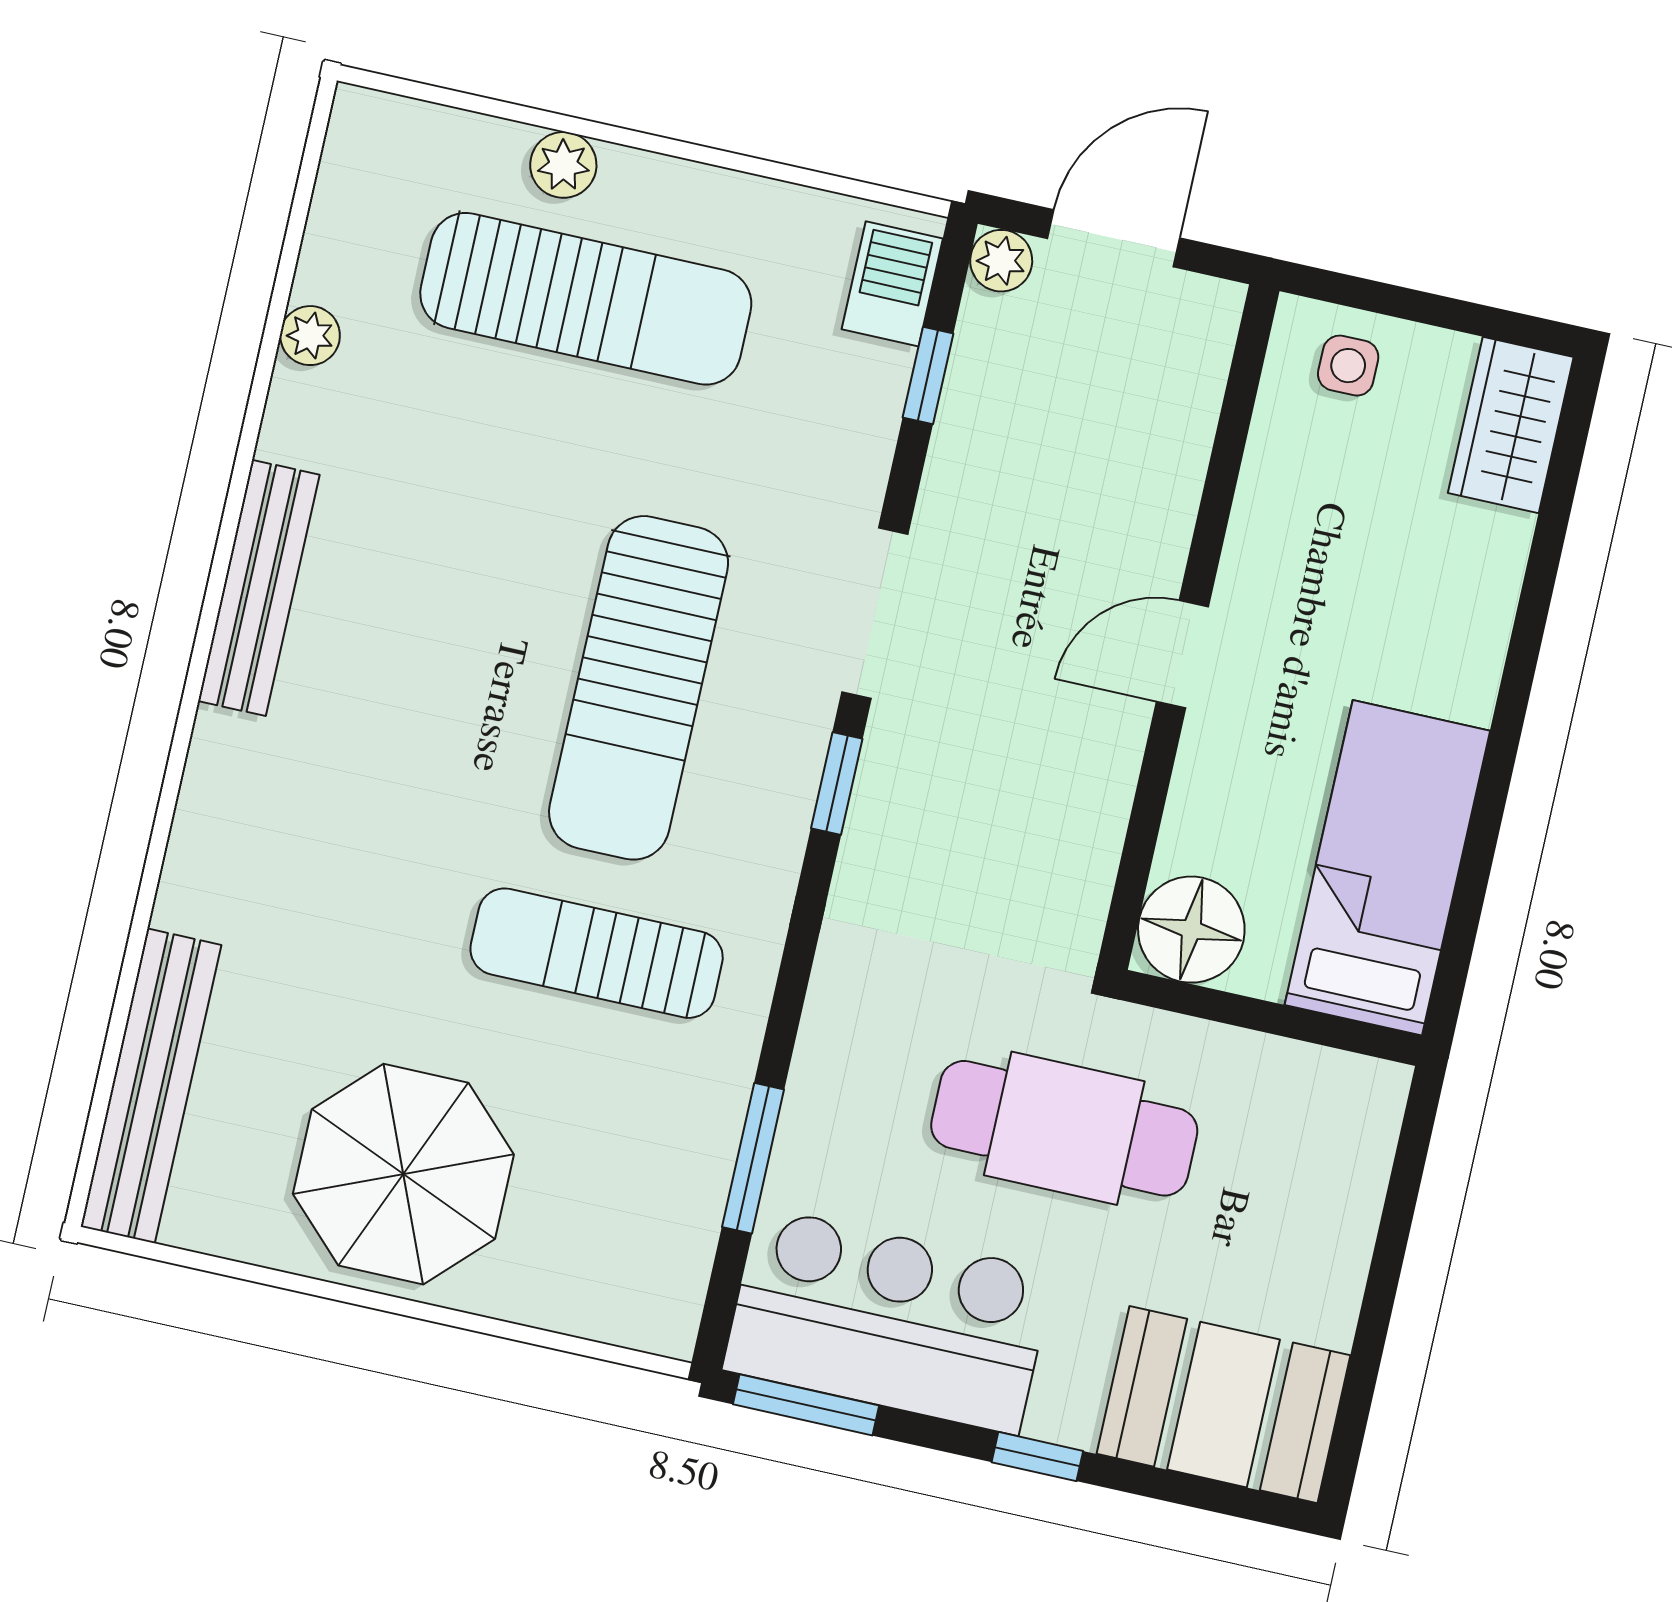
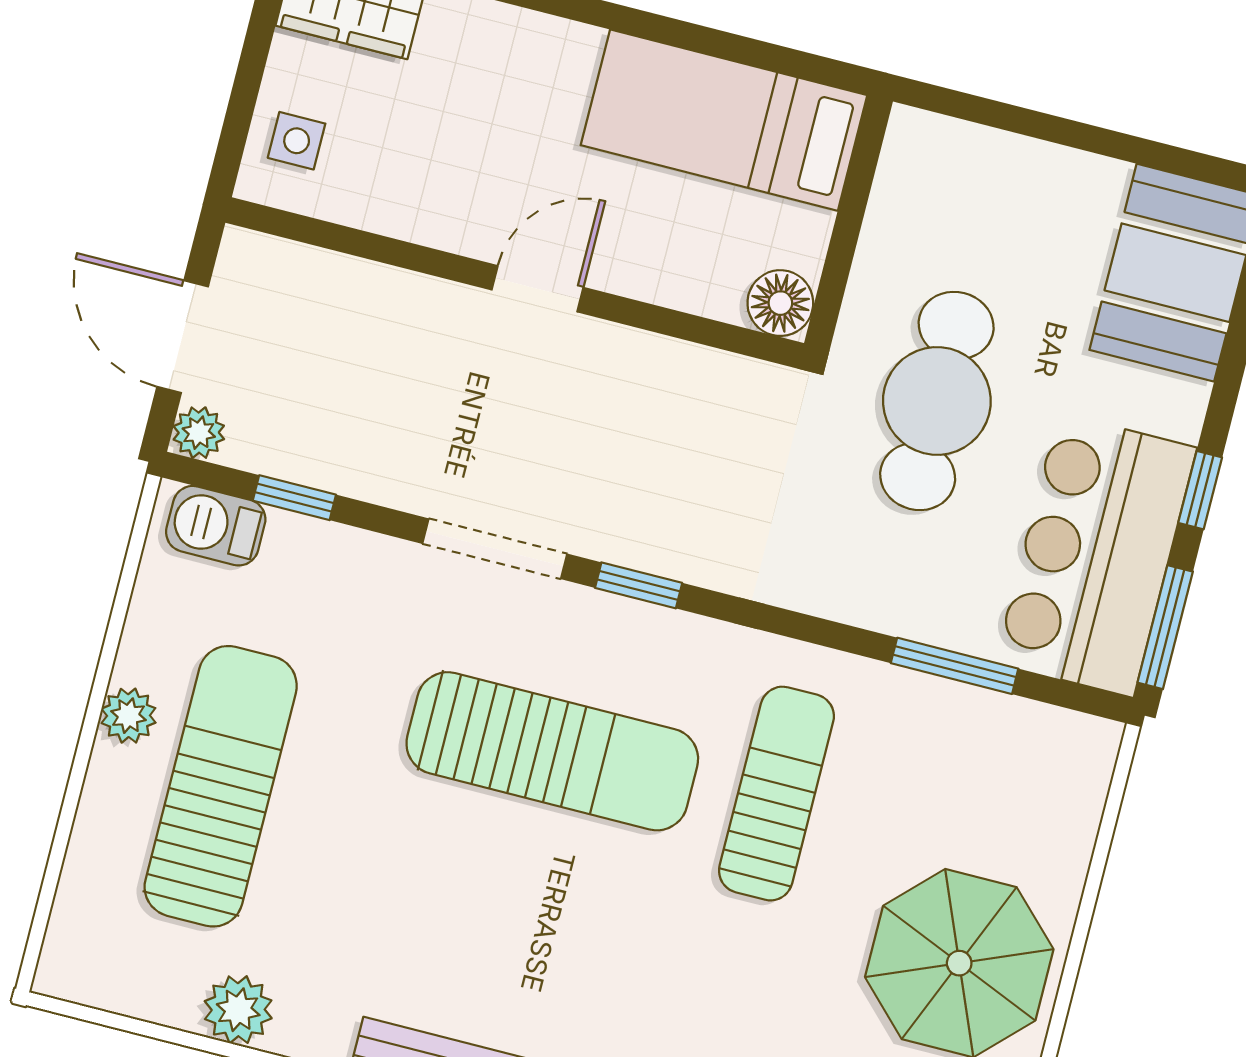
plant: (563, 165) -> (128, 716), moved
plant: (310, 336) -> (238, 1010), width x1.38, depth x1.38
door: (1182, 654) -> (538, 289), swing flipped
floor lamp: (1191, 930) -> (780, 303), width x0.73, depth x0.73
sun lounger: (597, 953) -> (776, 794), turned 180
window: (1037, 1457) -> (1200, 490), moved

